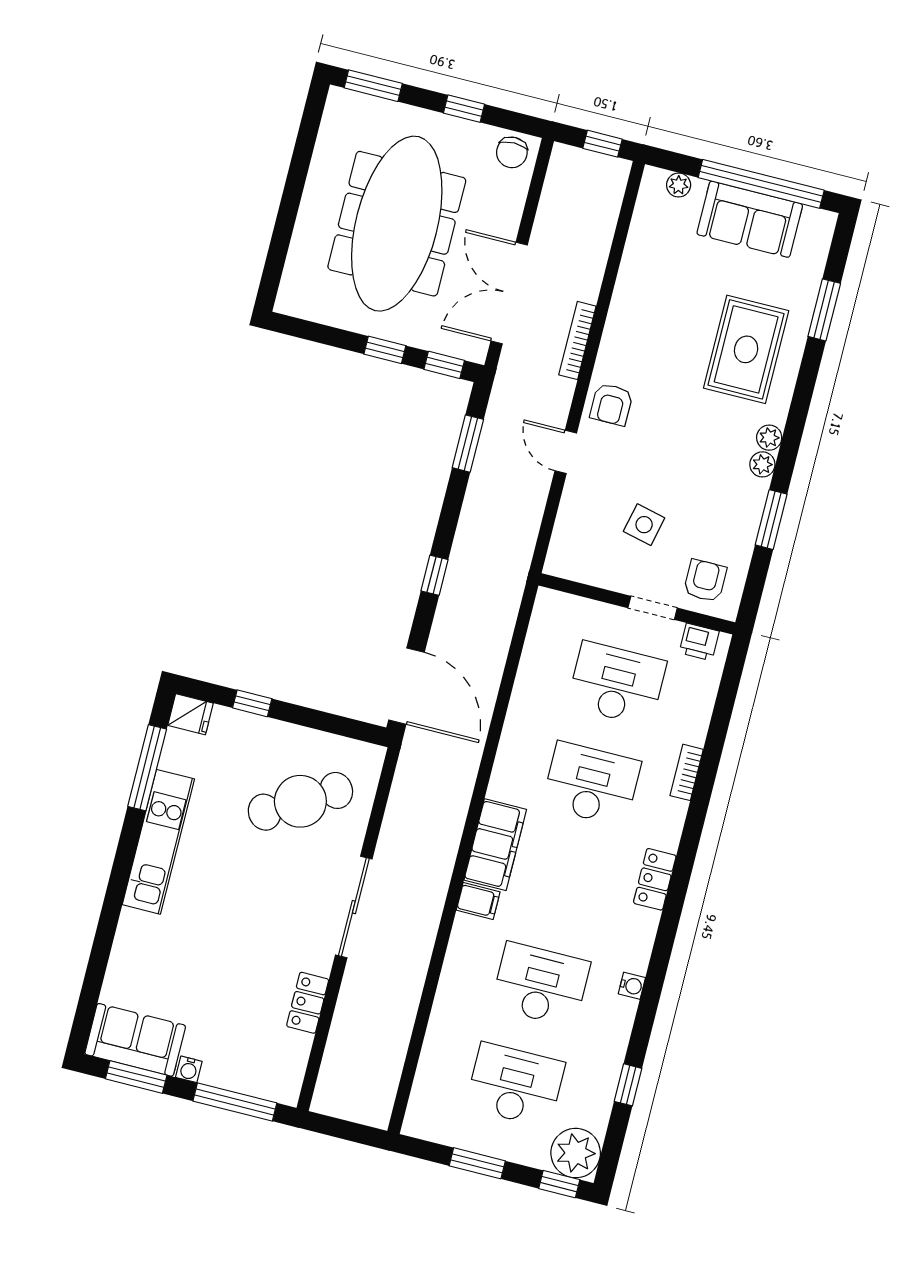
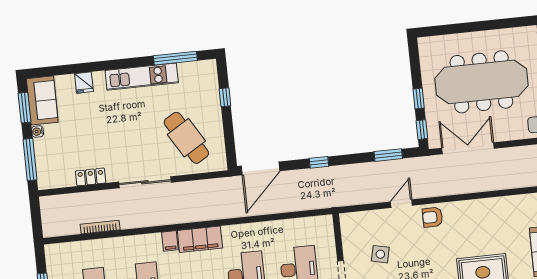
bookcase: (577, 341) -> (100, 227), moved
fridge: (191, 714) -> (84, 83), moved

